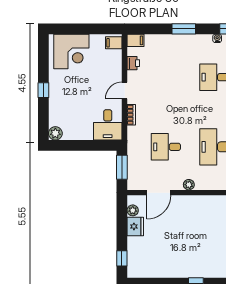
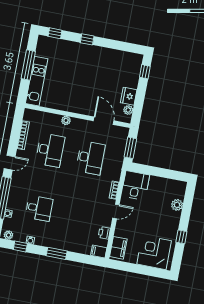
filing cabinet: (114, 43) -> (118, 248), width x2.00
window: (43, 90) -> (181, 237), moved
plant: (55, 133) -> (177, 205), moved
desk: (166, 147) -> (90, 158), width x1.37
plant: (189, 185) -> (66, 120), moved
door: (159, 193) -> (104, 121), hinge flipped

